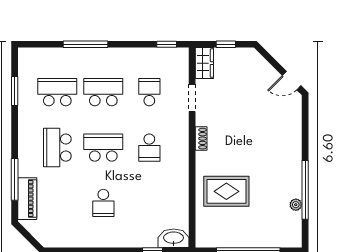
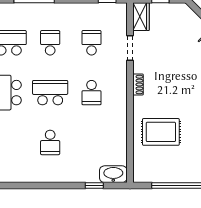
school desk: (103, 92) -> (50, 43), width x0.54

